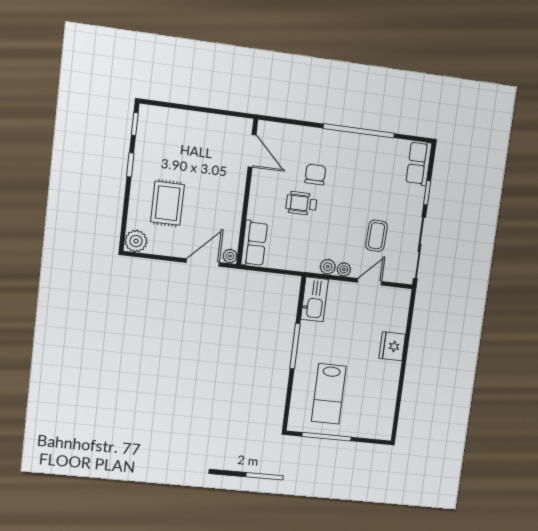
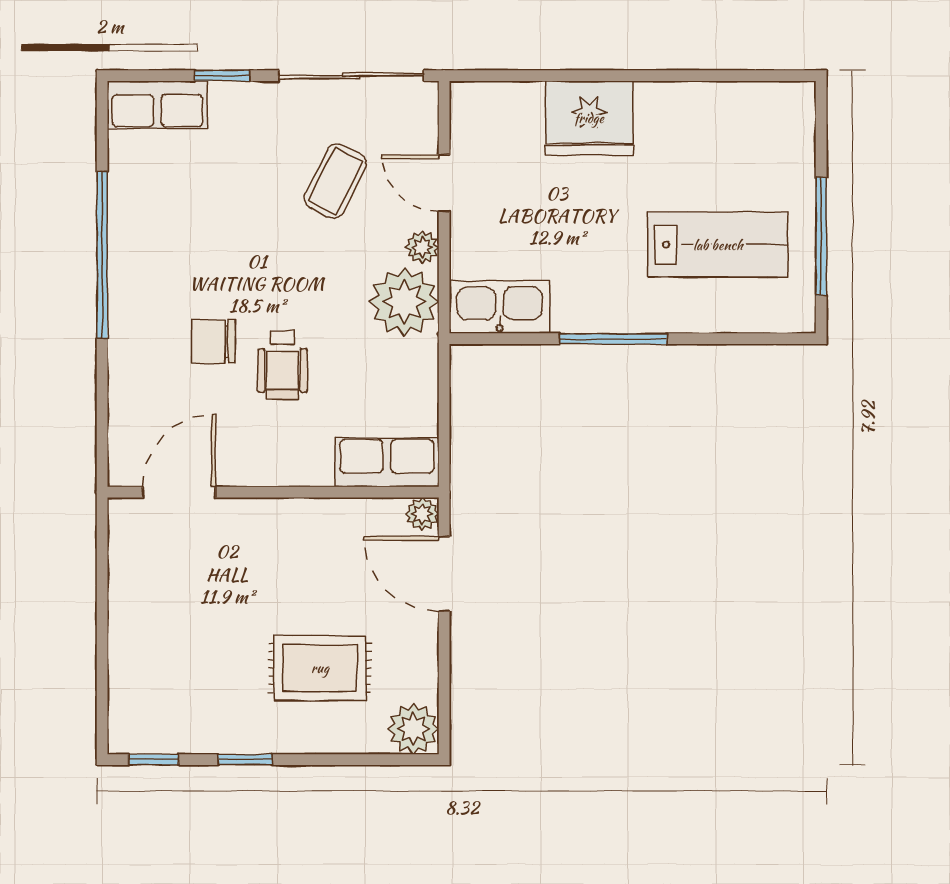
coffee table: (377, 236) -> (335, 181), turned -65
plant: (328, 267) -> (404, 302), width x1.88, depth x1.88
fridge: (392, 346) -> (589, 118), width x1.36, depth x1.34

